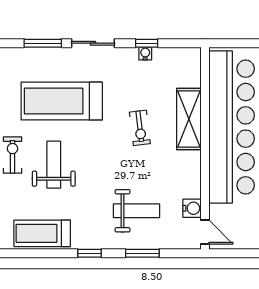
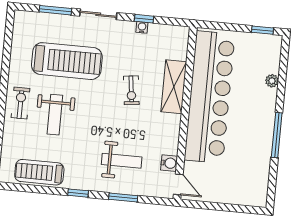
treadmill: (62, 101) -> (67, 61), turned 180
weight bench: (54, 165) -> (55, 115), turned 180

